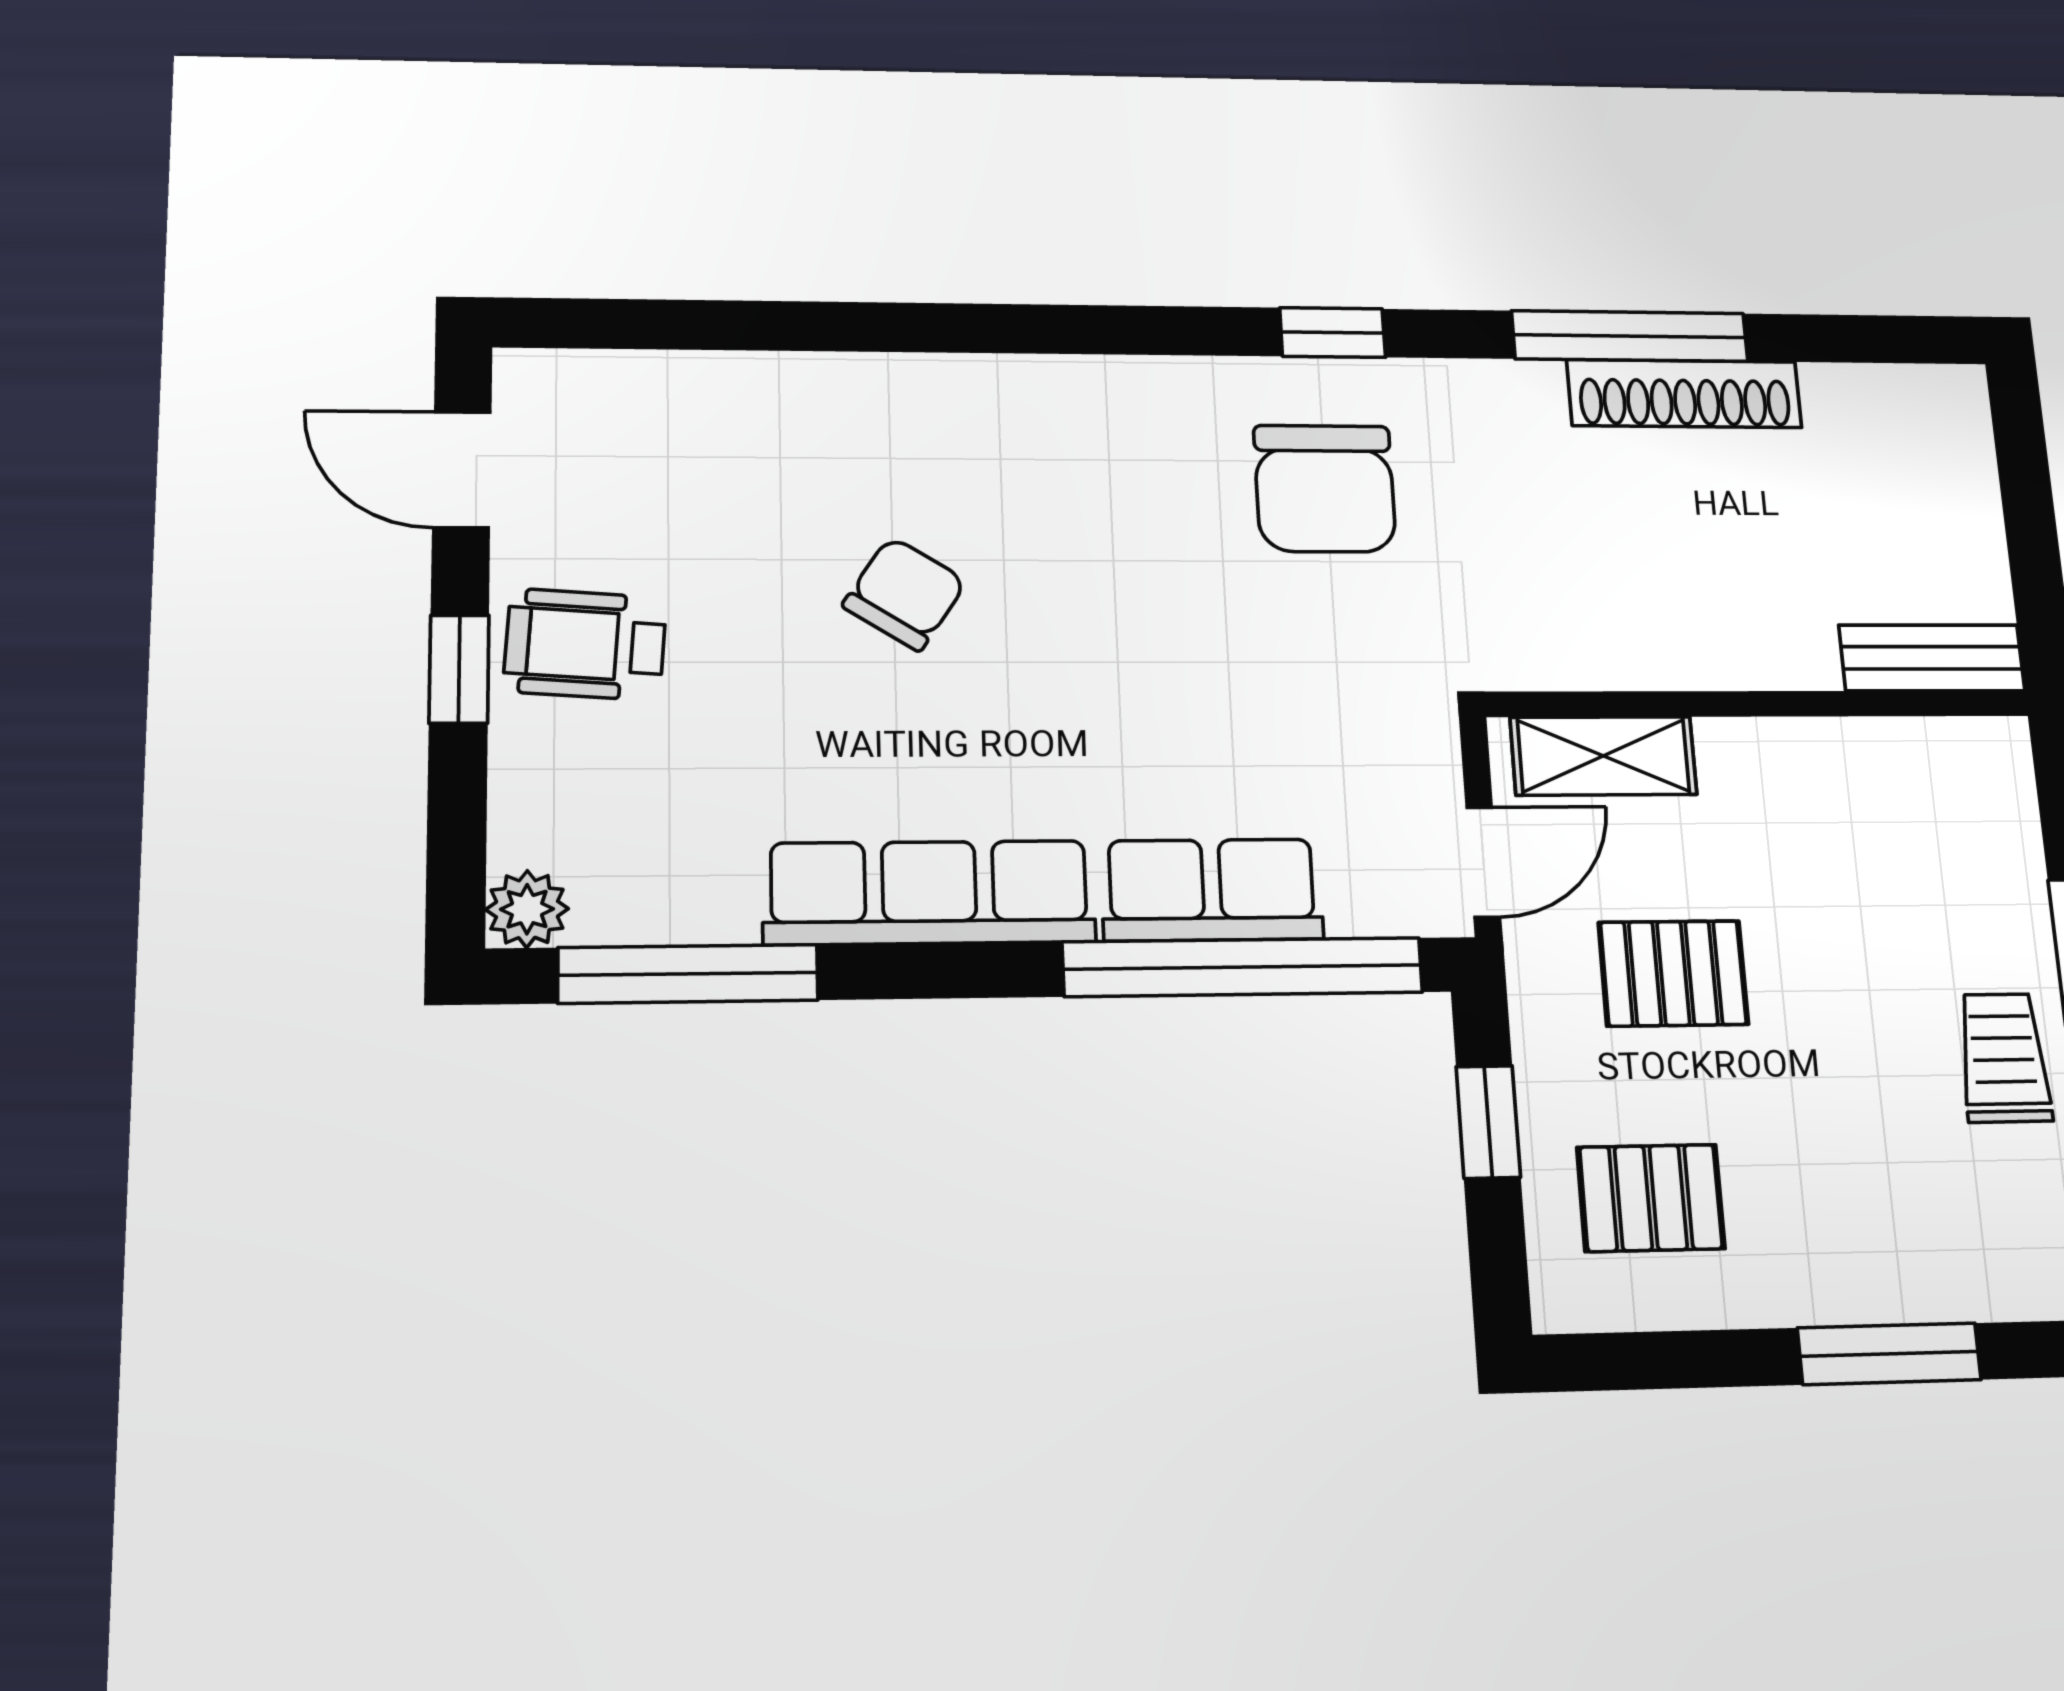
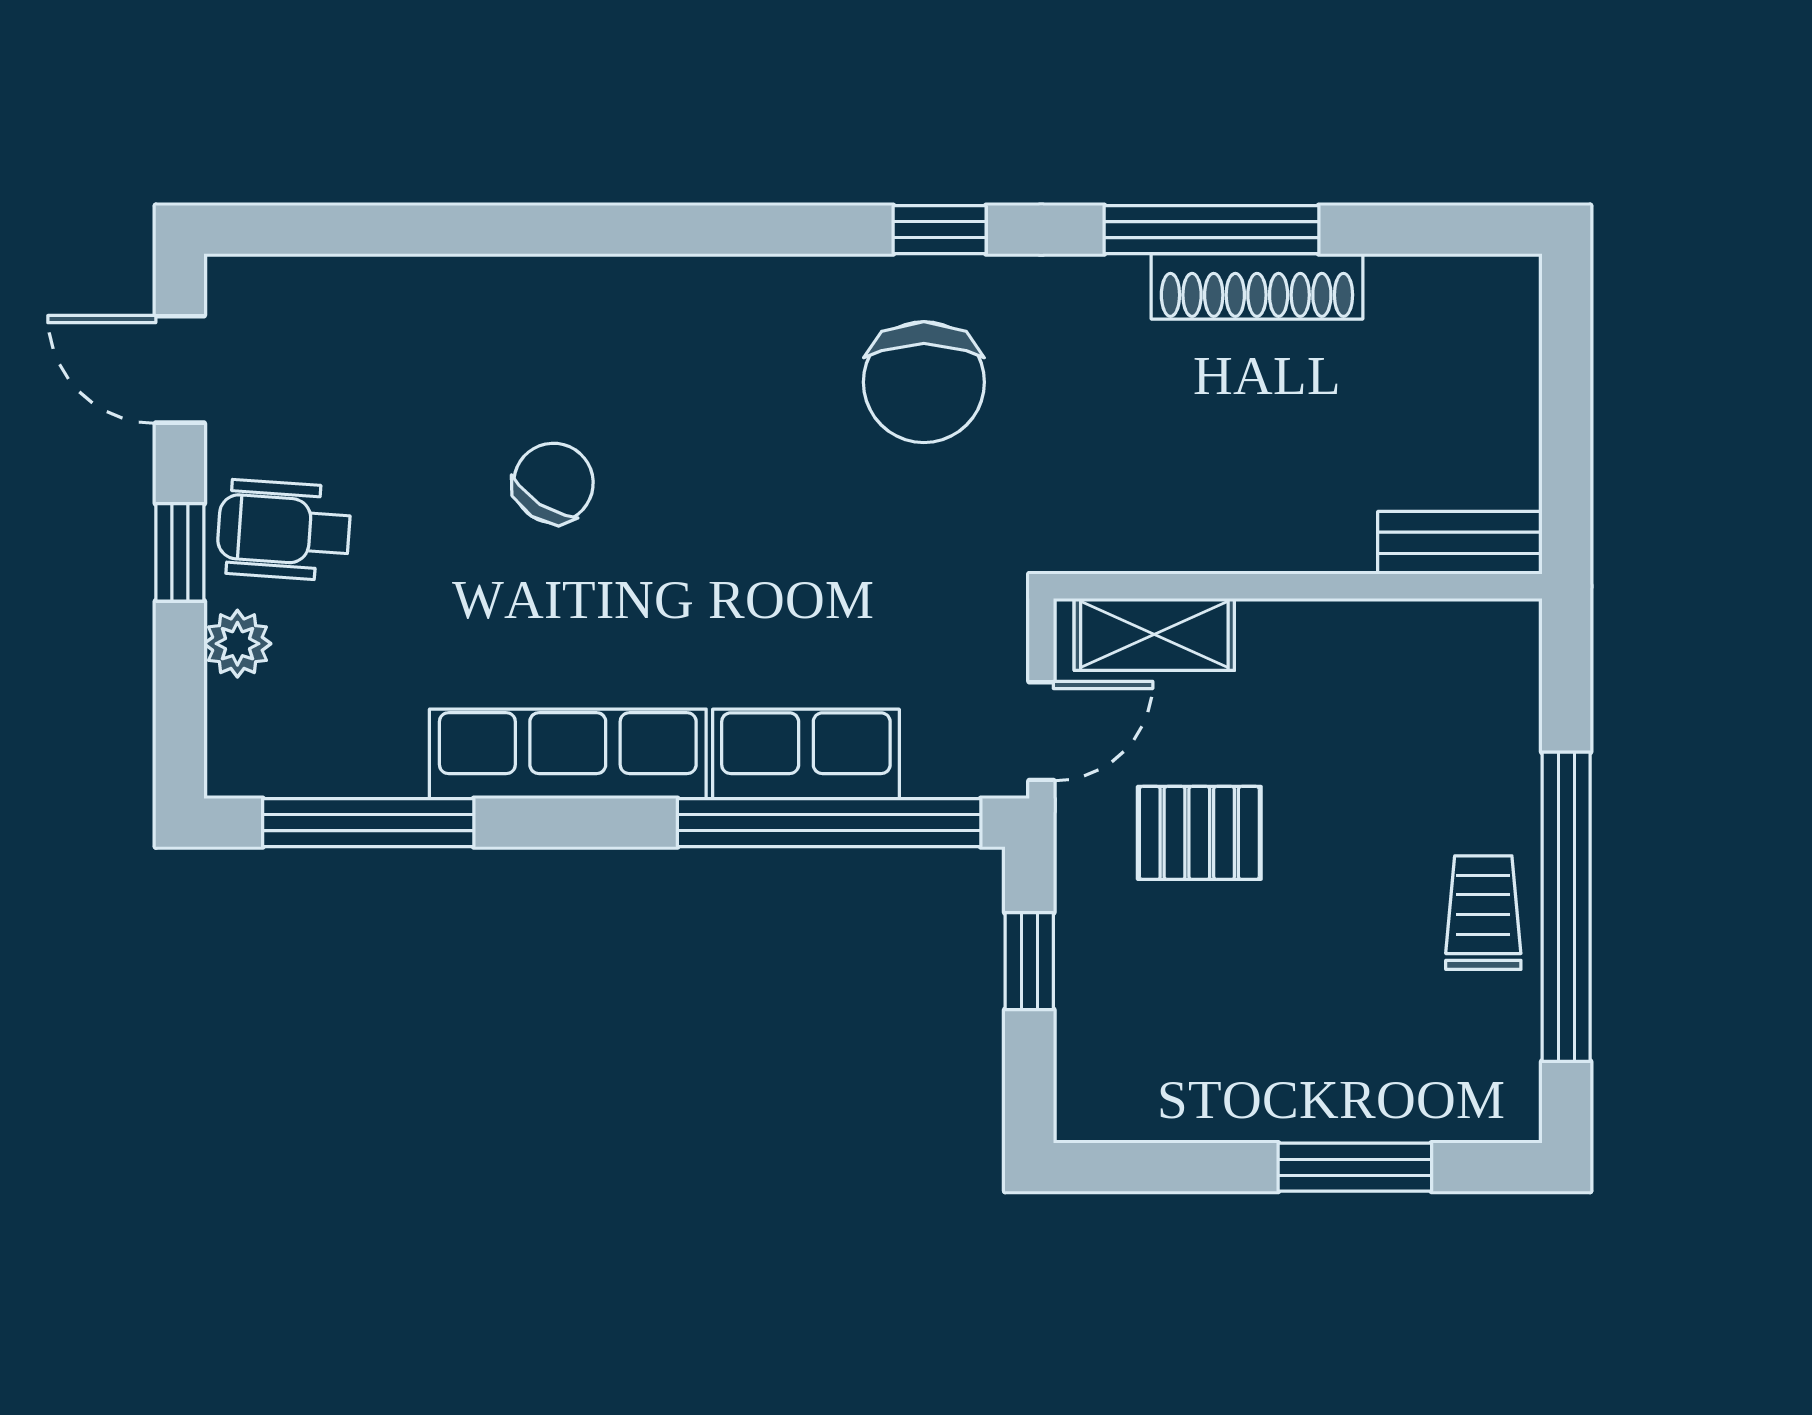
plant: (527, 909) -> (237, 644), moved
pallet: (1651, 1198) -> (1163, 1029), removed

